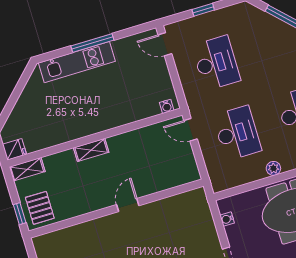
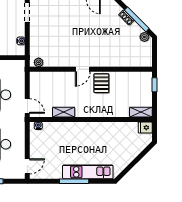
door: (165, 44) -> (27, 166), hinge flipped
shelving: (91, 150) -> (64, 112), moved
plant: (193, 196) -> (39, 62), added
pallet: (40, 208) -> (101, 83), moved

